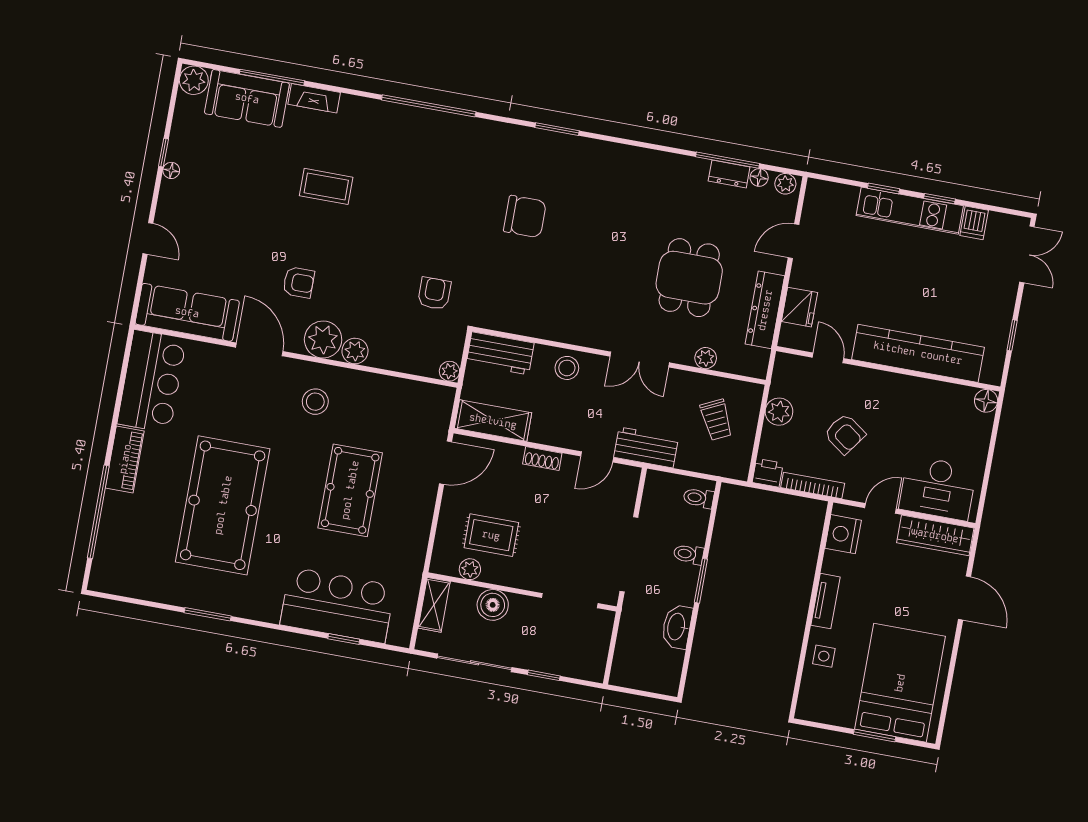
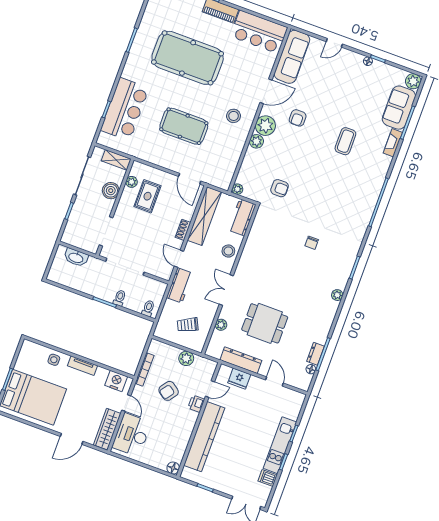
plant: (785, 184) -> (337, 295), moved
chair: (525, 217) -> (312, 243), width x0.54, depth x0.54
shelving: (493, 421) -> (204, 216), width x1.47
printer: (768, 473) -> (196, 404), moved, turned 180
washbasin: (677, 627) -> (76, 258), moved, turned 180

